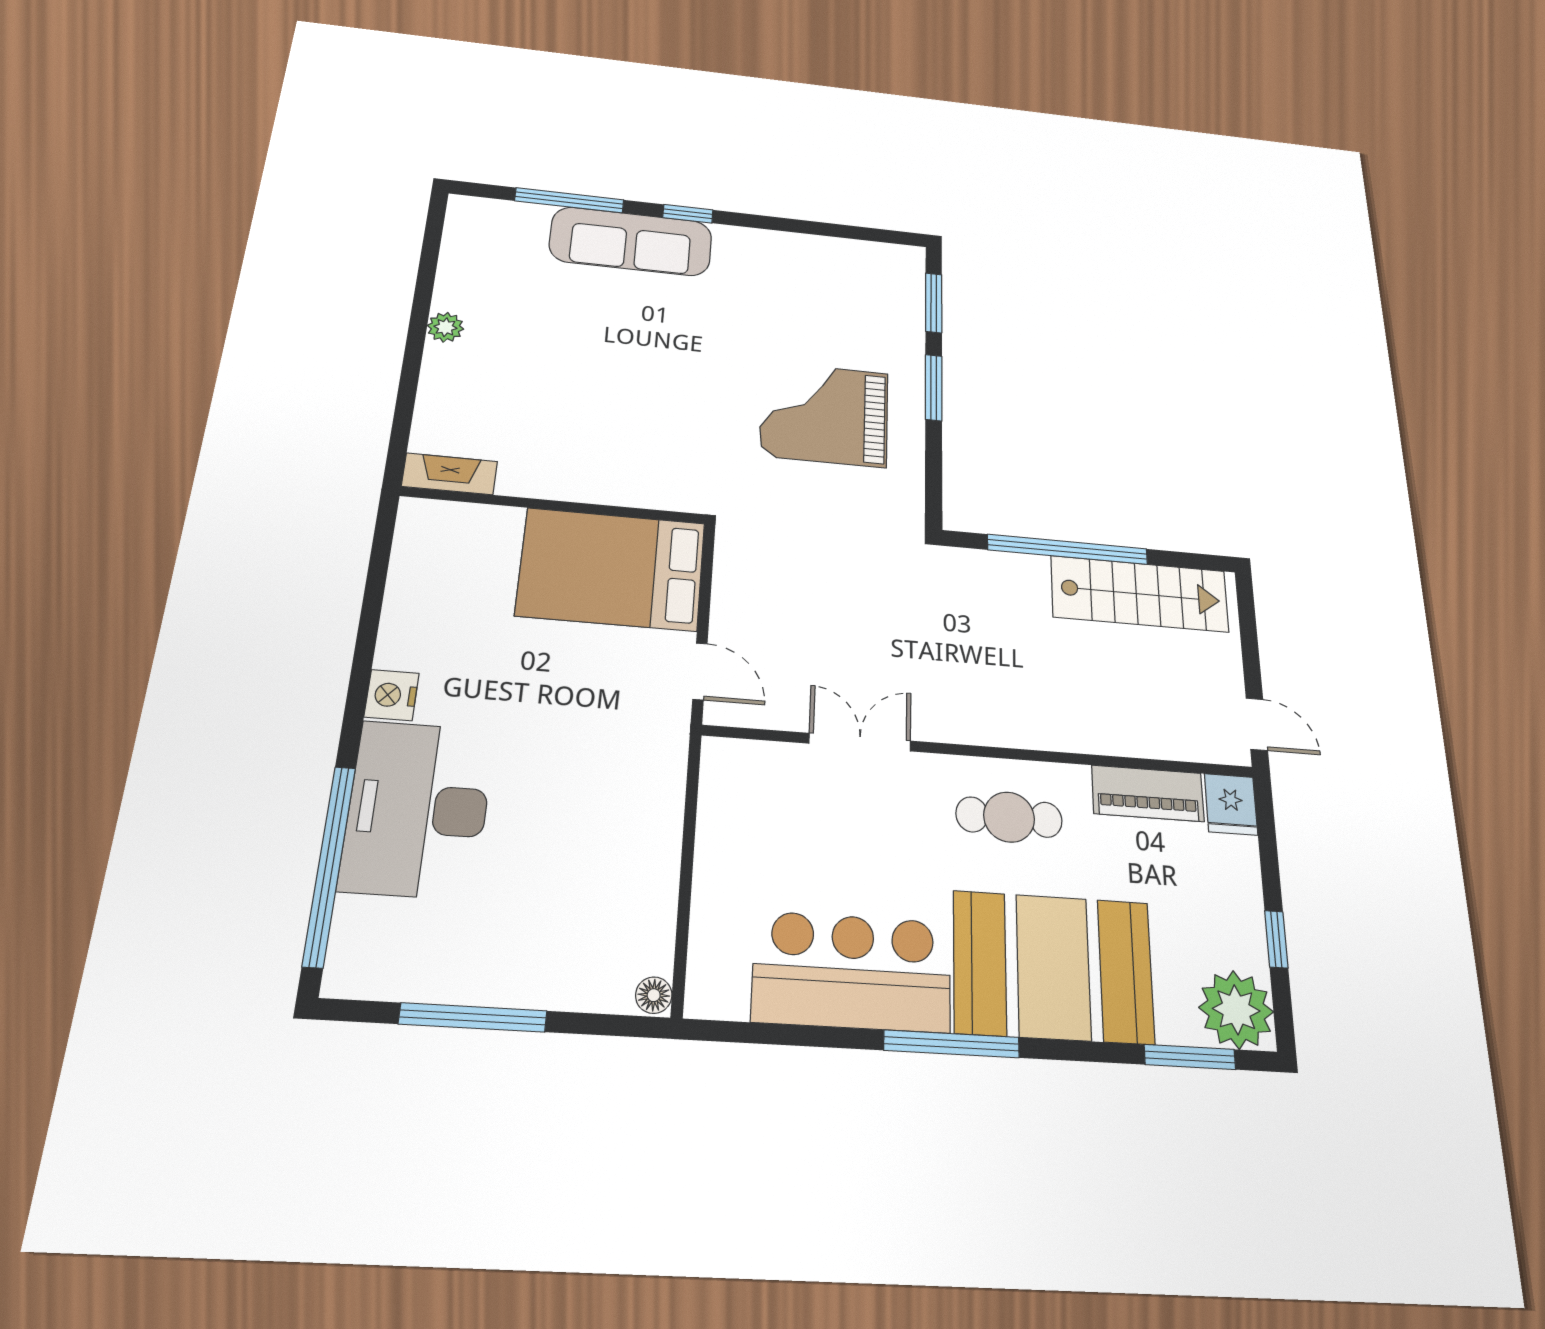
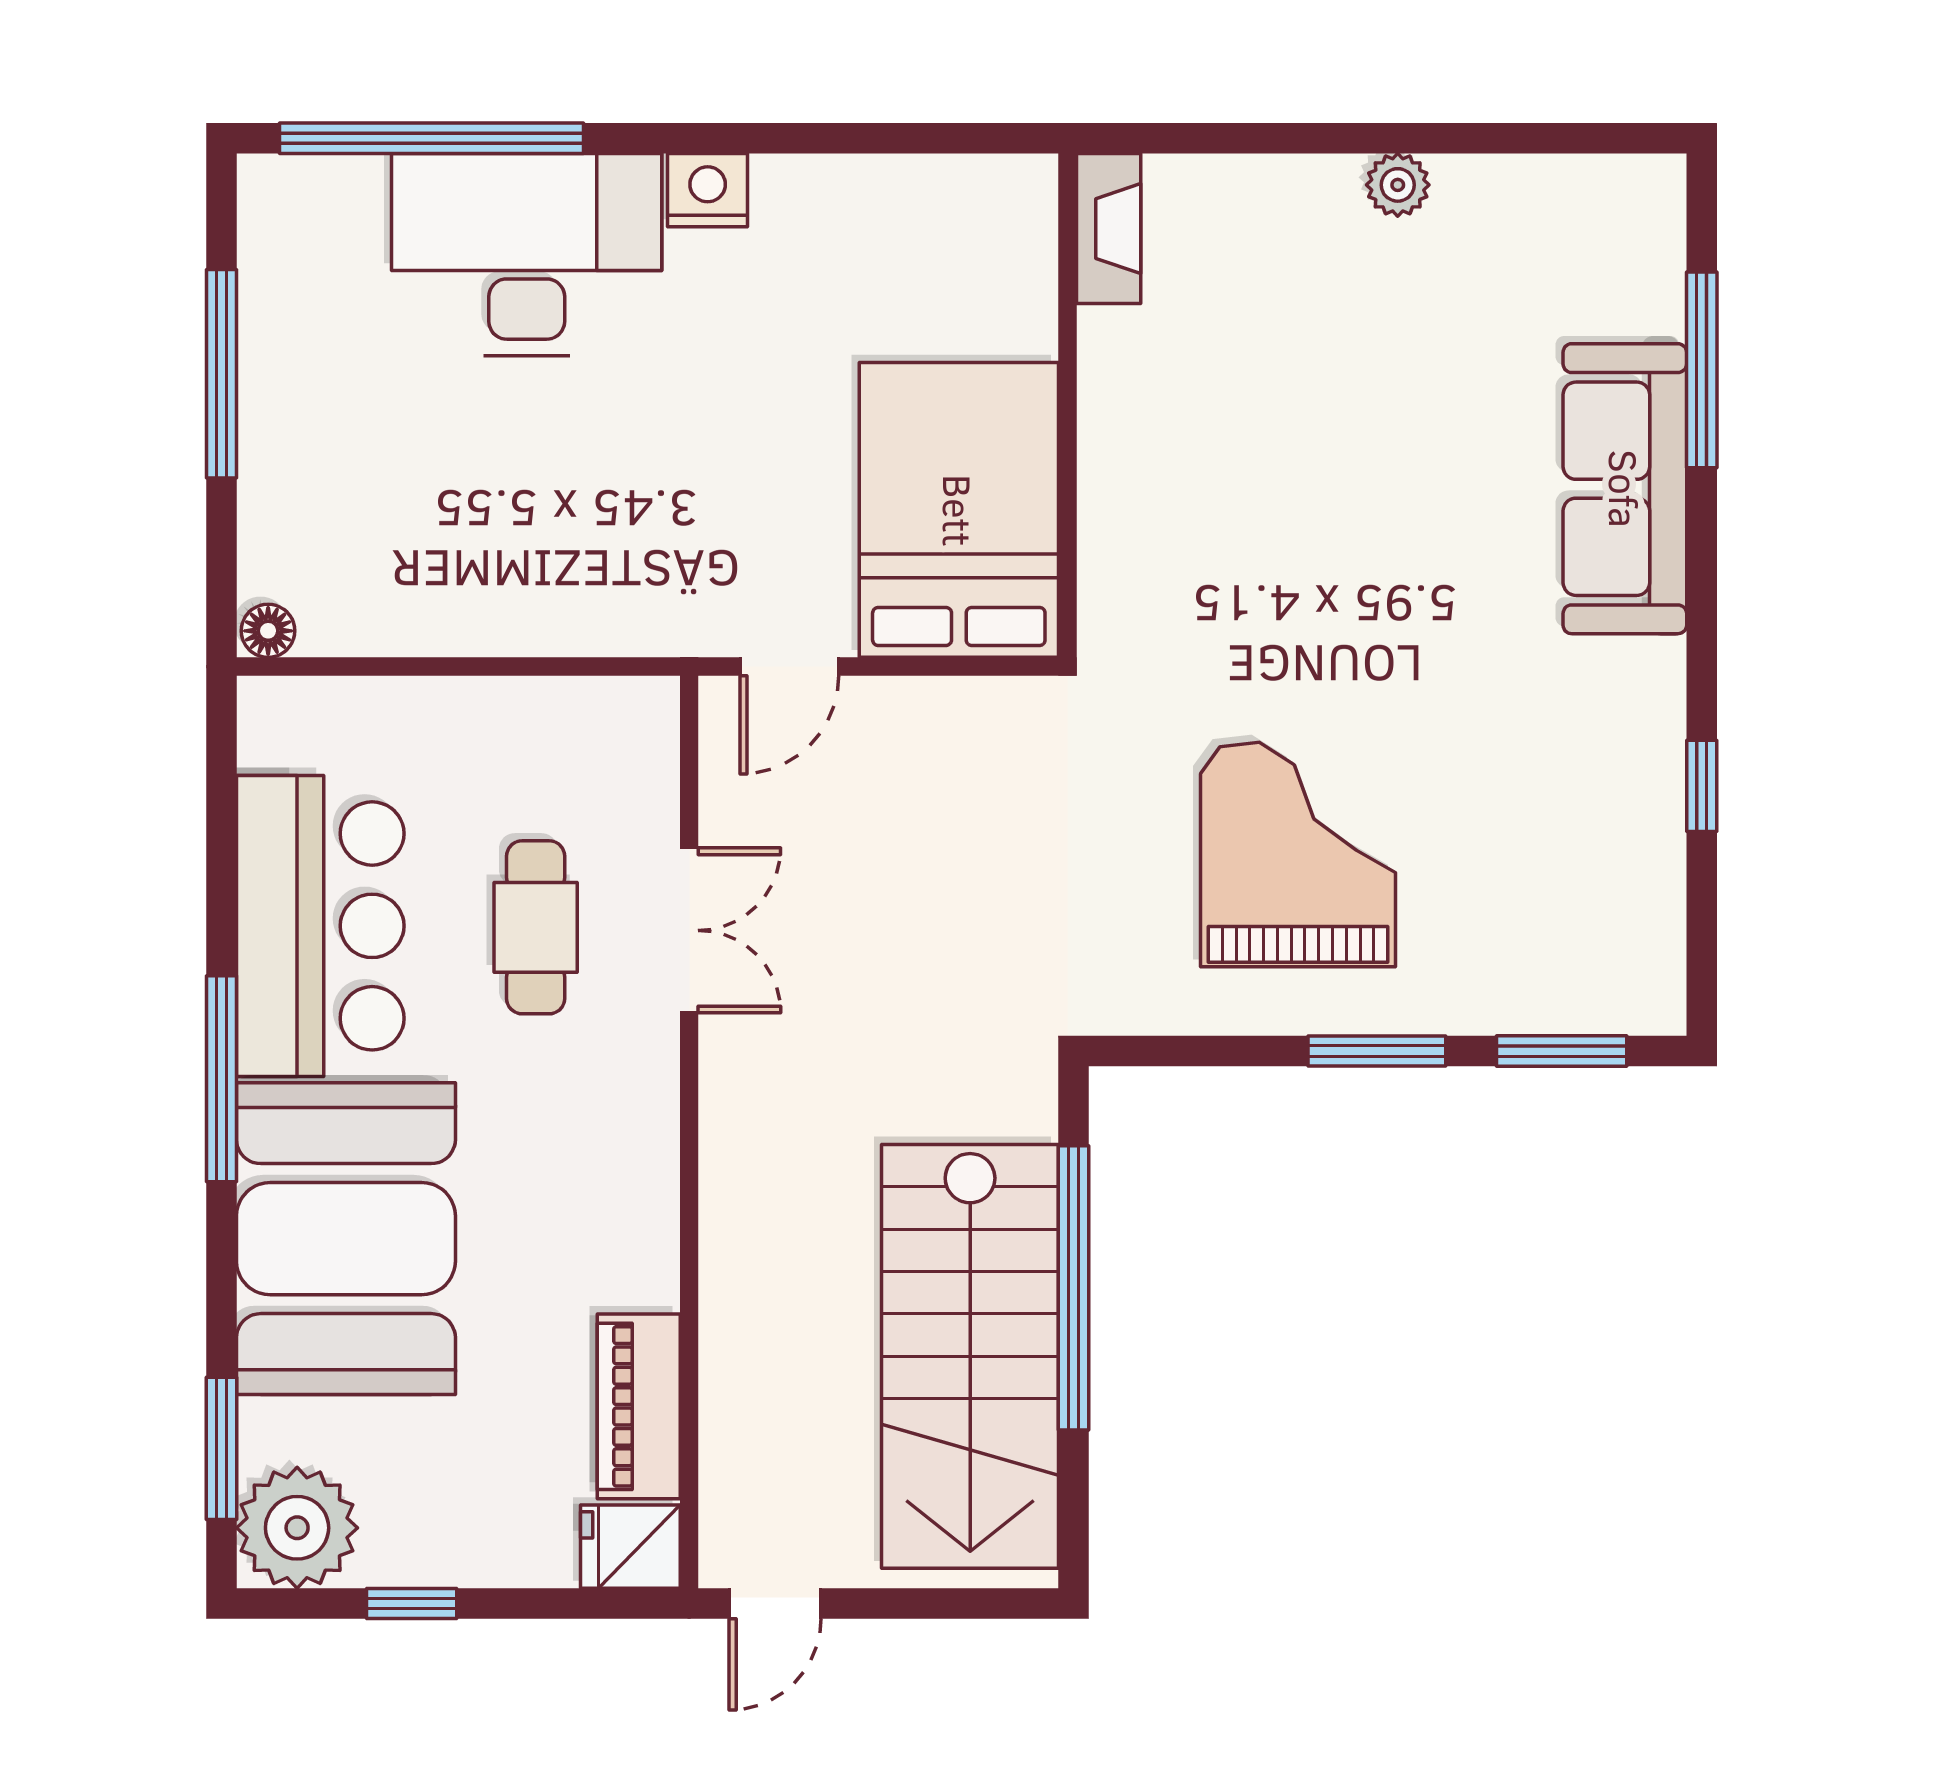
window: (688, 214) -> (1702, 786), moved
stairs: (1140, 594) -> (970, 1356), width x1.36, depth x1.51
cafe table: (1009, 817) -> (536, 927), moved

